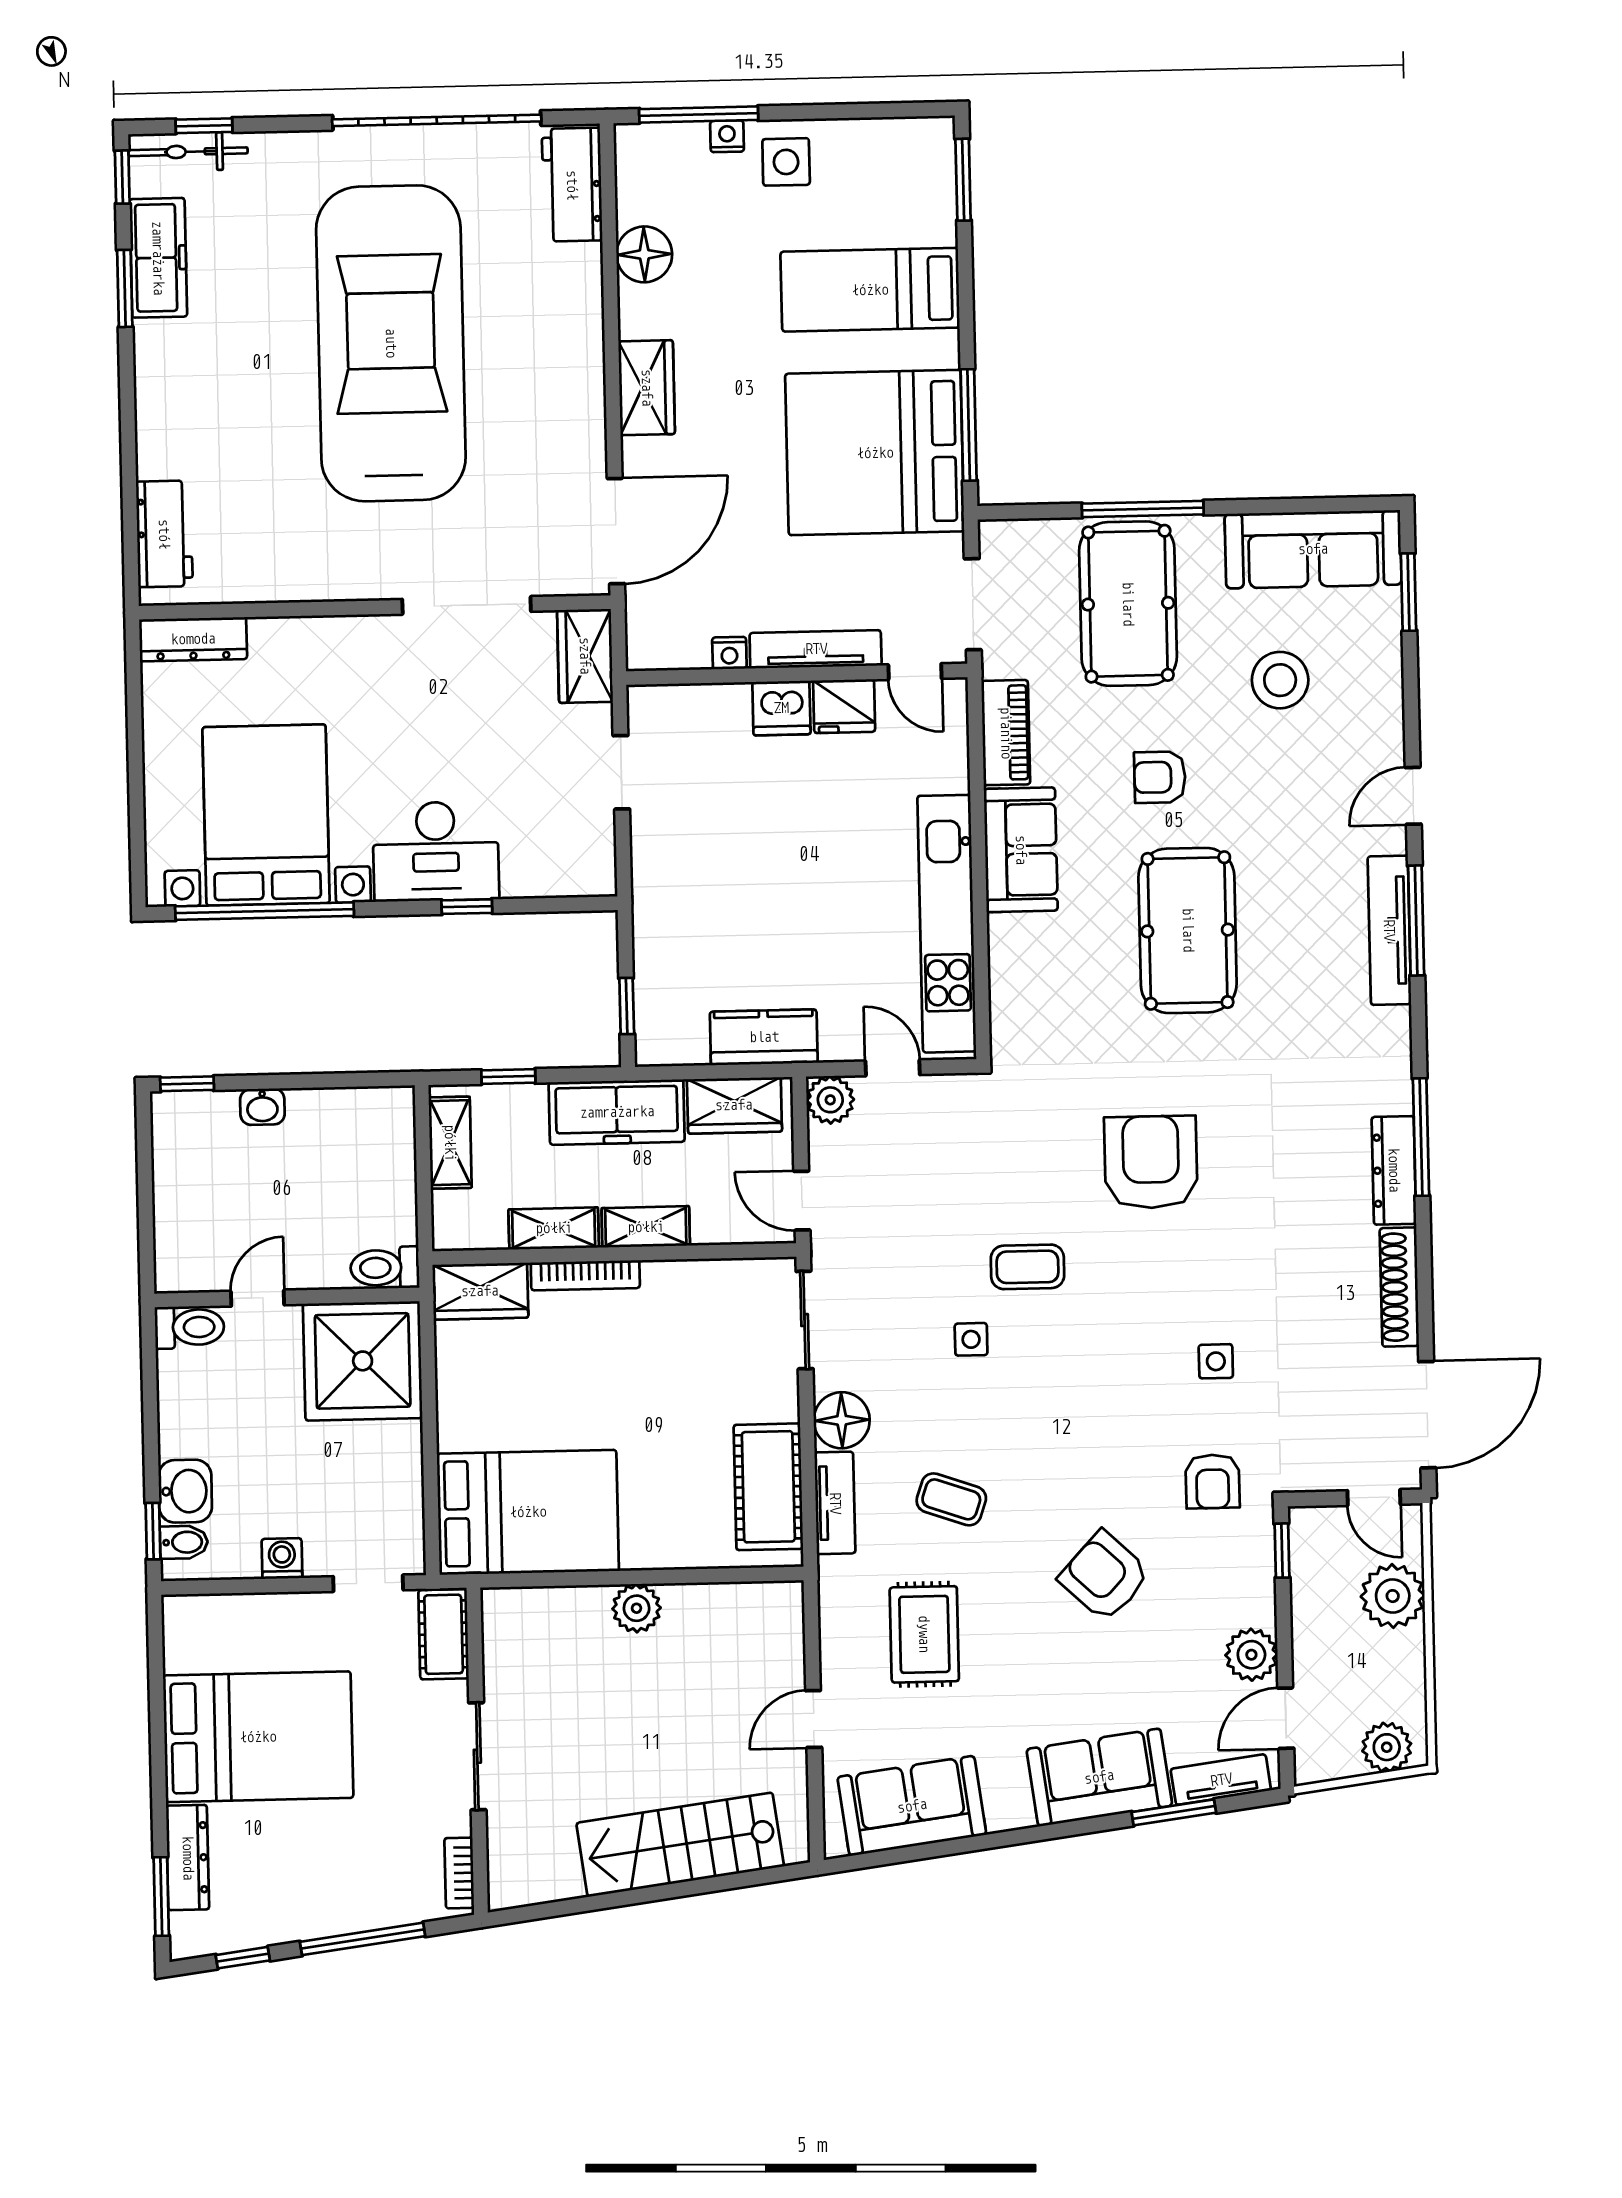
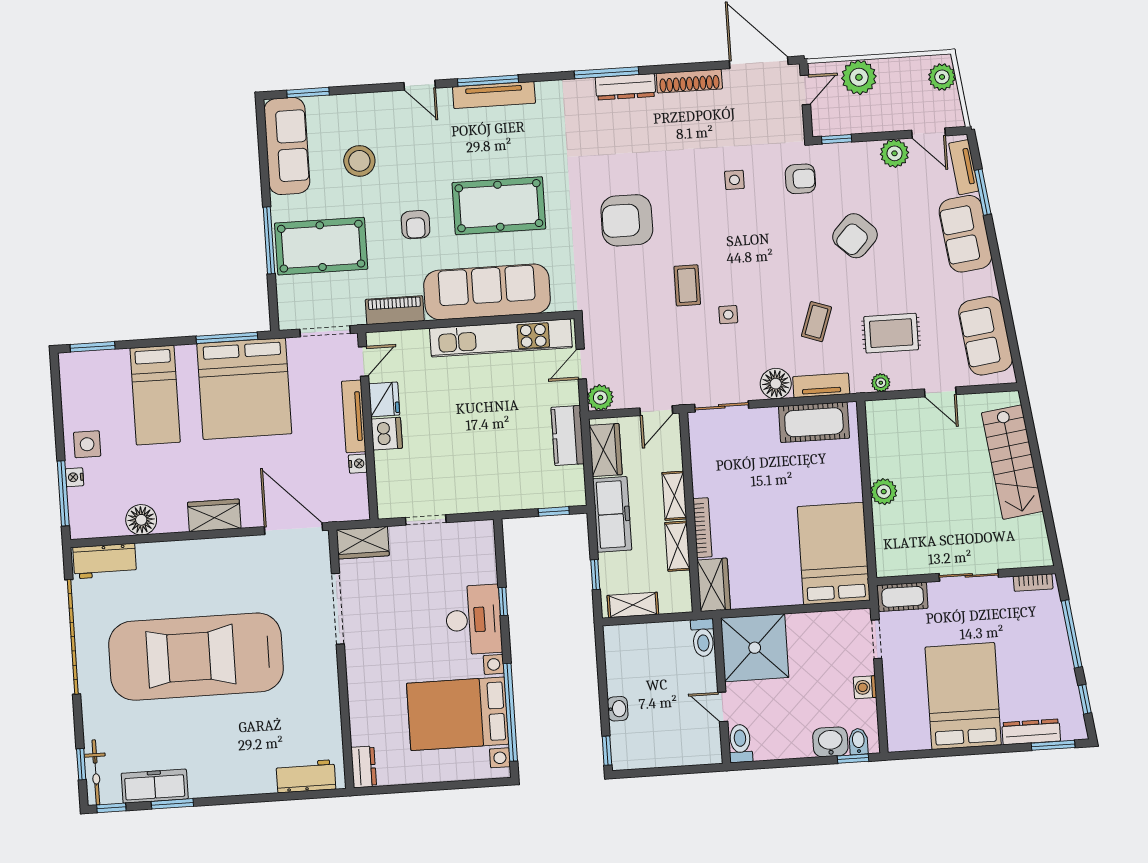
dresser: (193, 639) -> (364, 767), width x0.70
sofa: (1021, 850) -> (487, 292), width x1.85, depth x1.27
plant: (835, 1612) -> (881, 383), added

